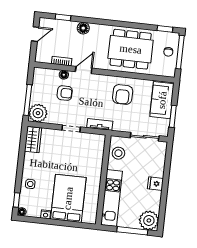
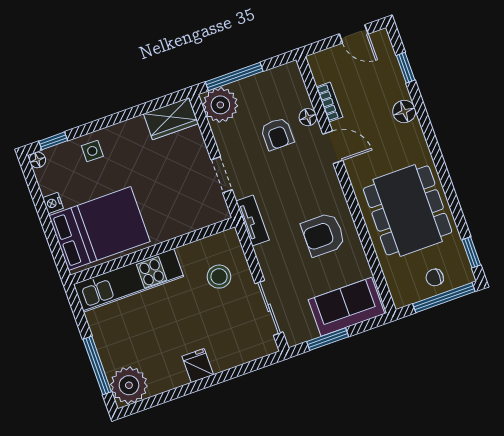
wall: (103, 180) -> (153, 251), moved
kitchen unit: (112, 198) -> (128, 280), moved

